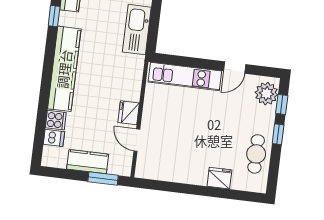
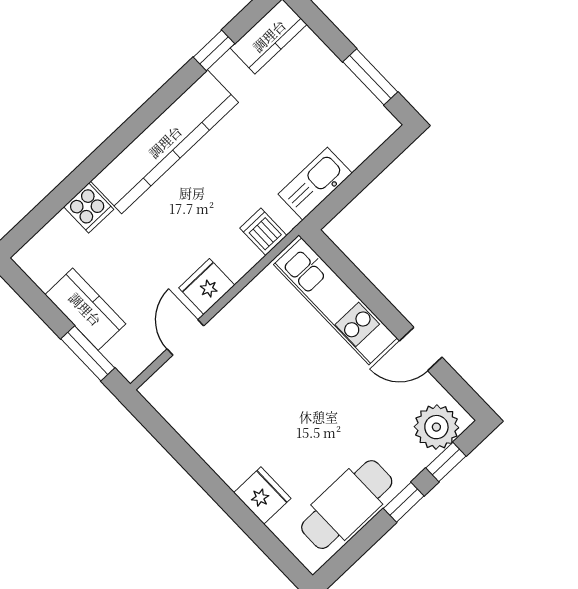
kitchen sink: (137, 30) -> (315, 184), width x0.73, depth x0.81
dishwasher: (54, 138) -> (263, 232), moved, turned 180
cafe table: (256, 154) -> (347, 505), width x1.37, depth x1.35

